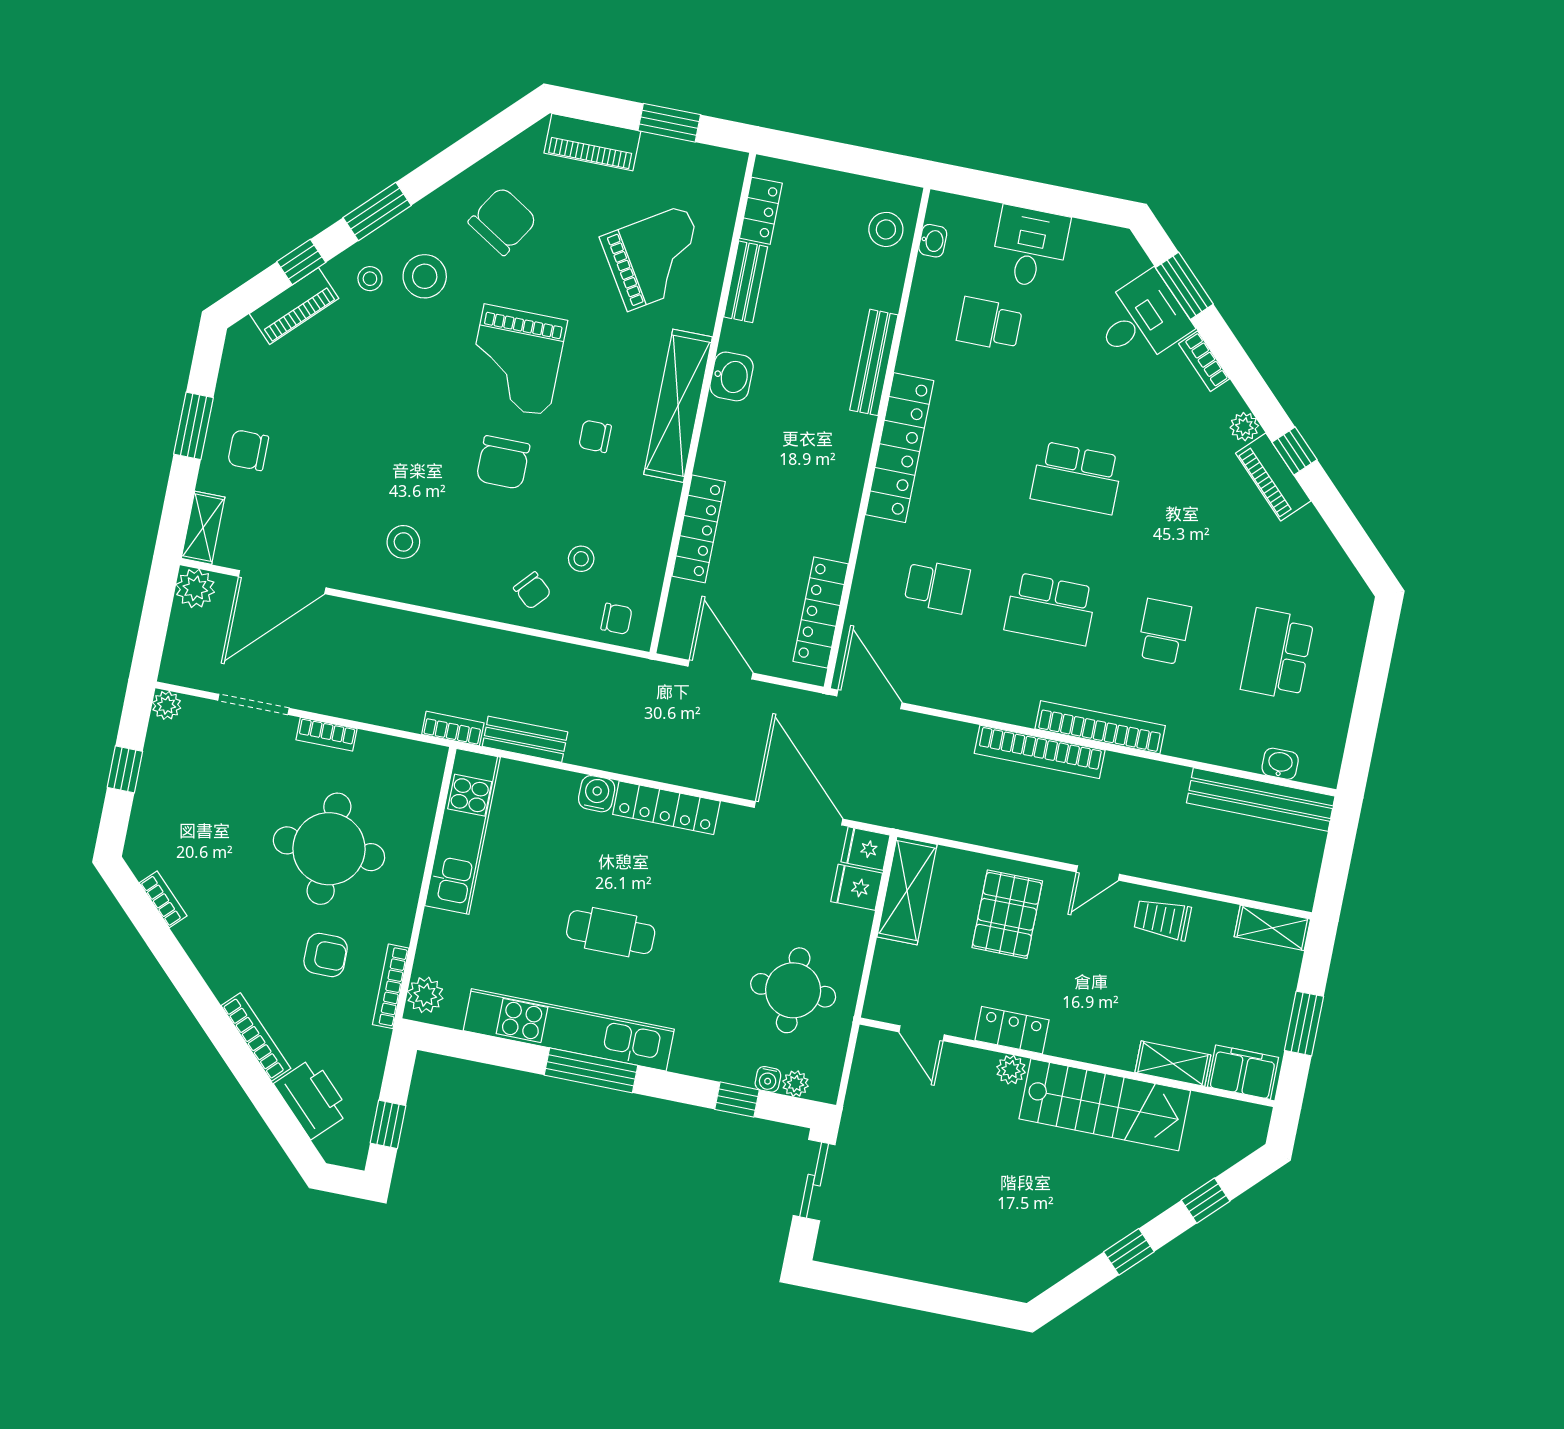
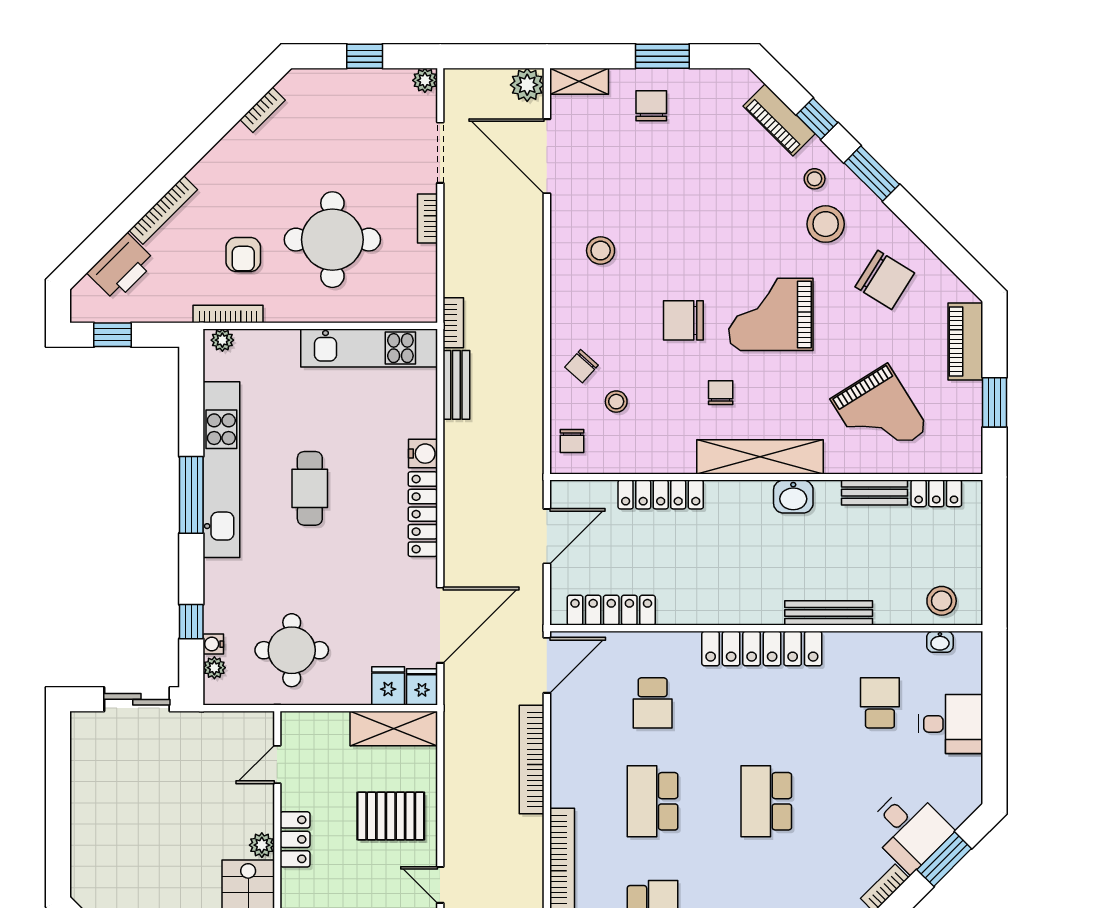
bookcase: (1040, 752) -> (532, 760), moved
plant: (425, 995) -> (222, 340), width x0.73, depth x0.73

